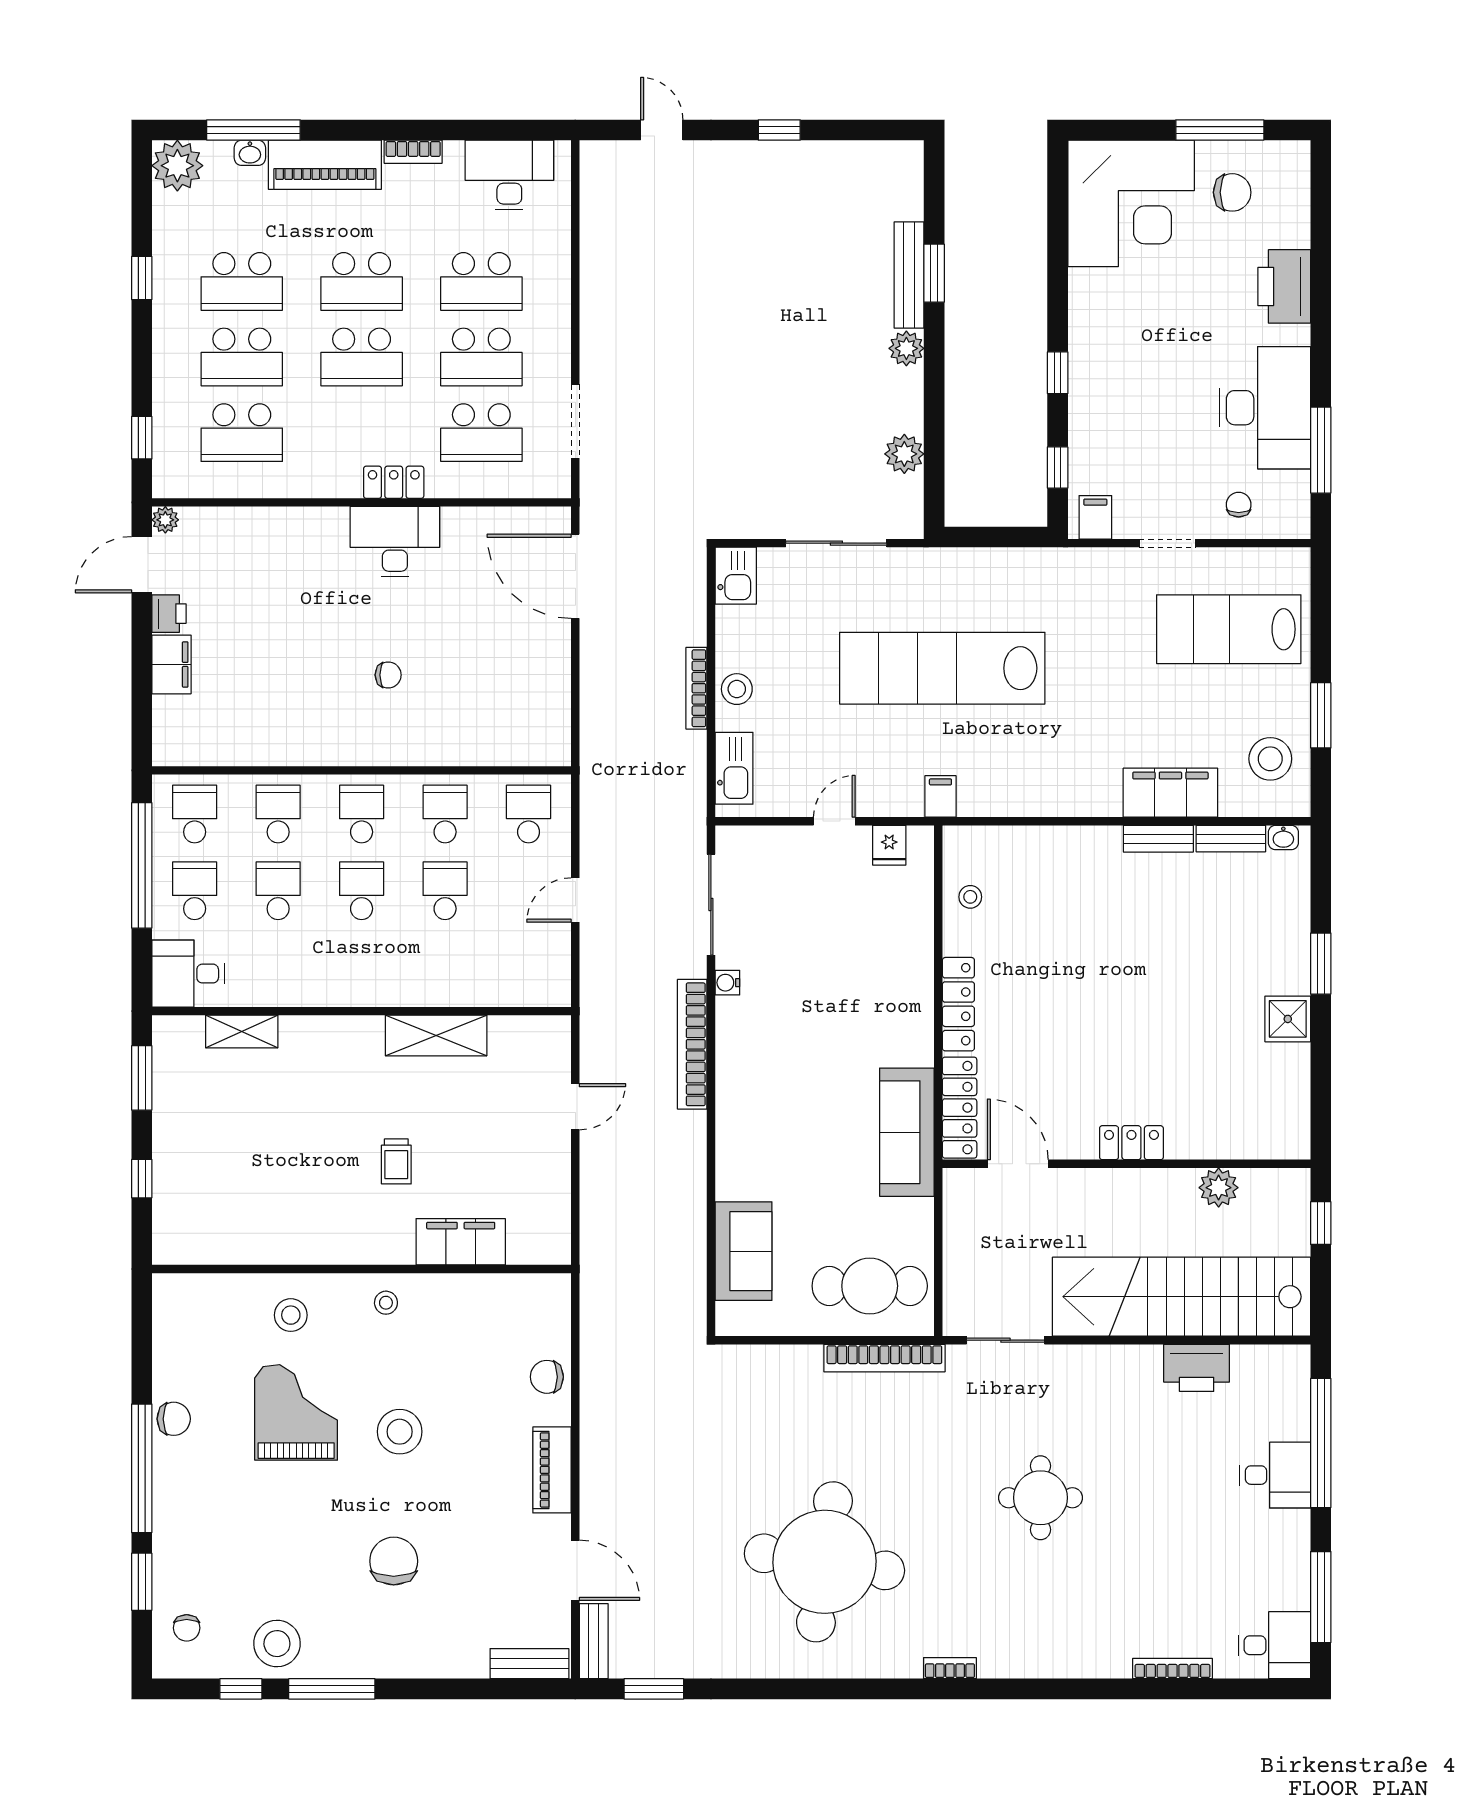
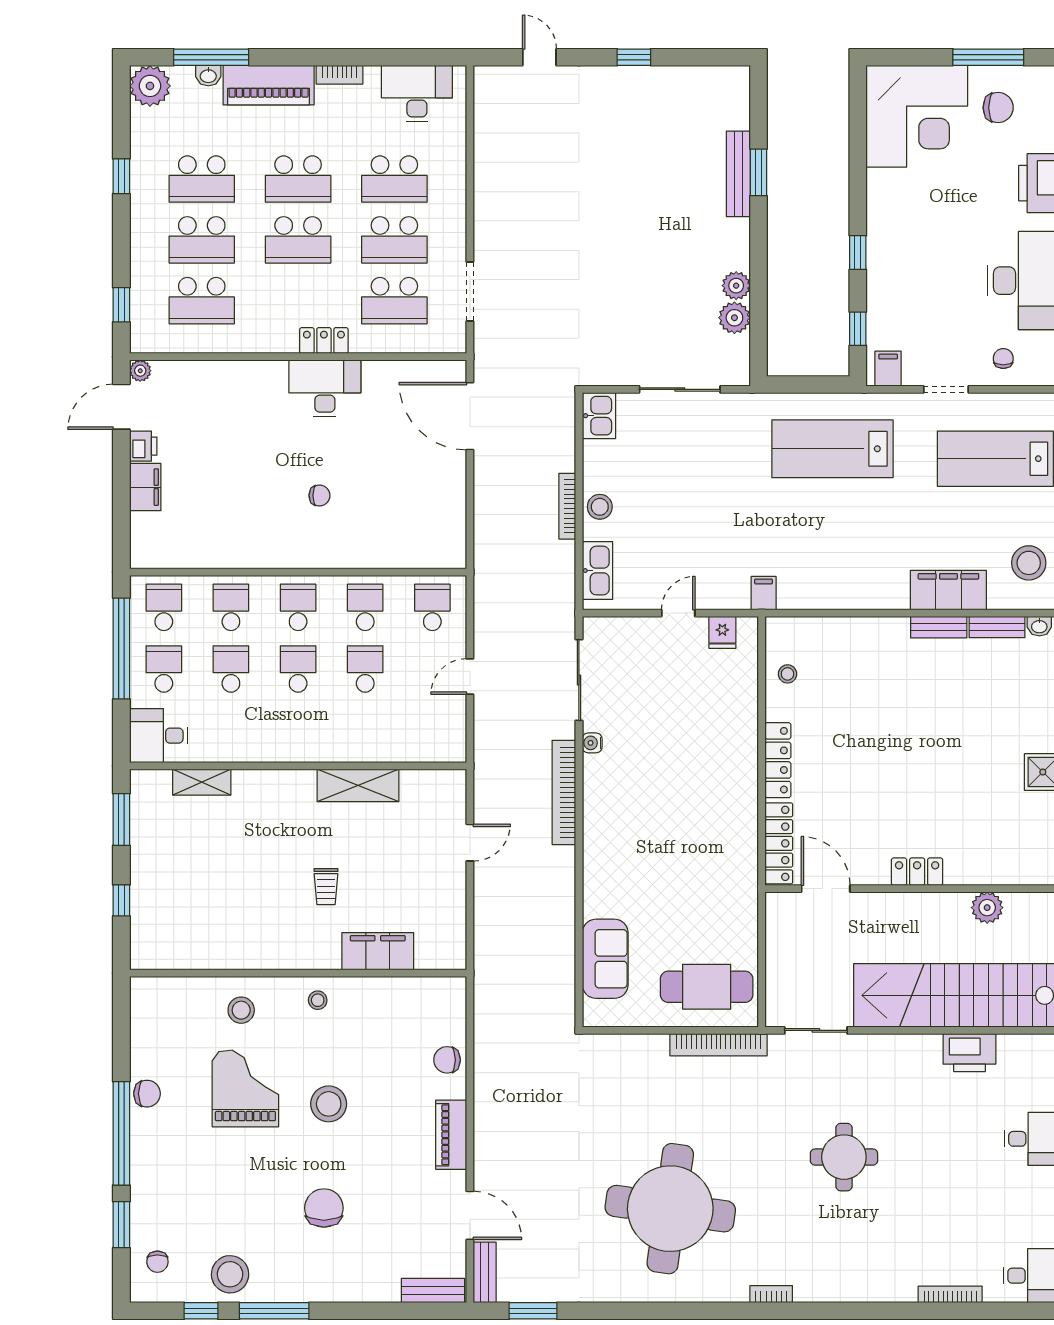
plant: (906, 348) -> (736, 286), moved
lab bench: (942, 668) -> (832, 449), moved, width x0.73
sofa: (907, 1132) -> (737, 863), removed

